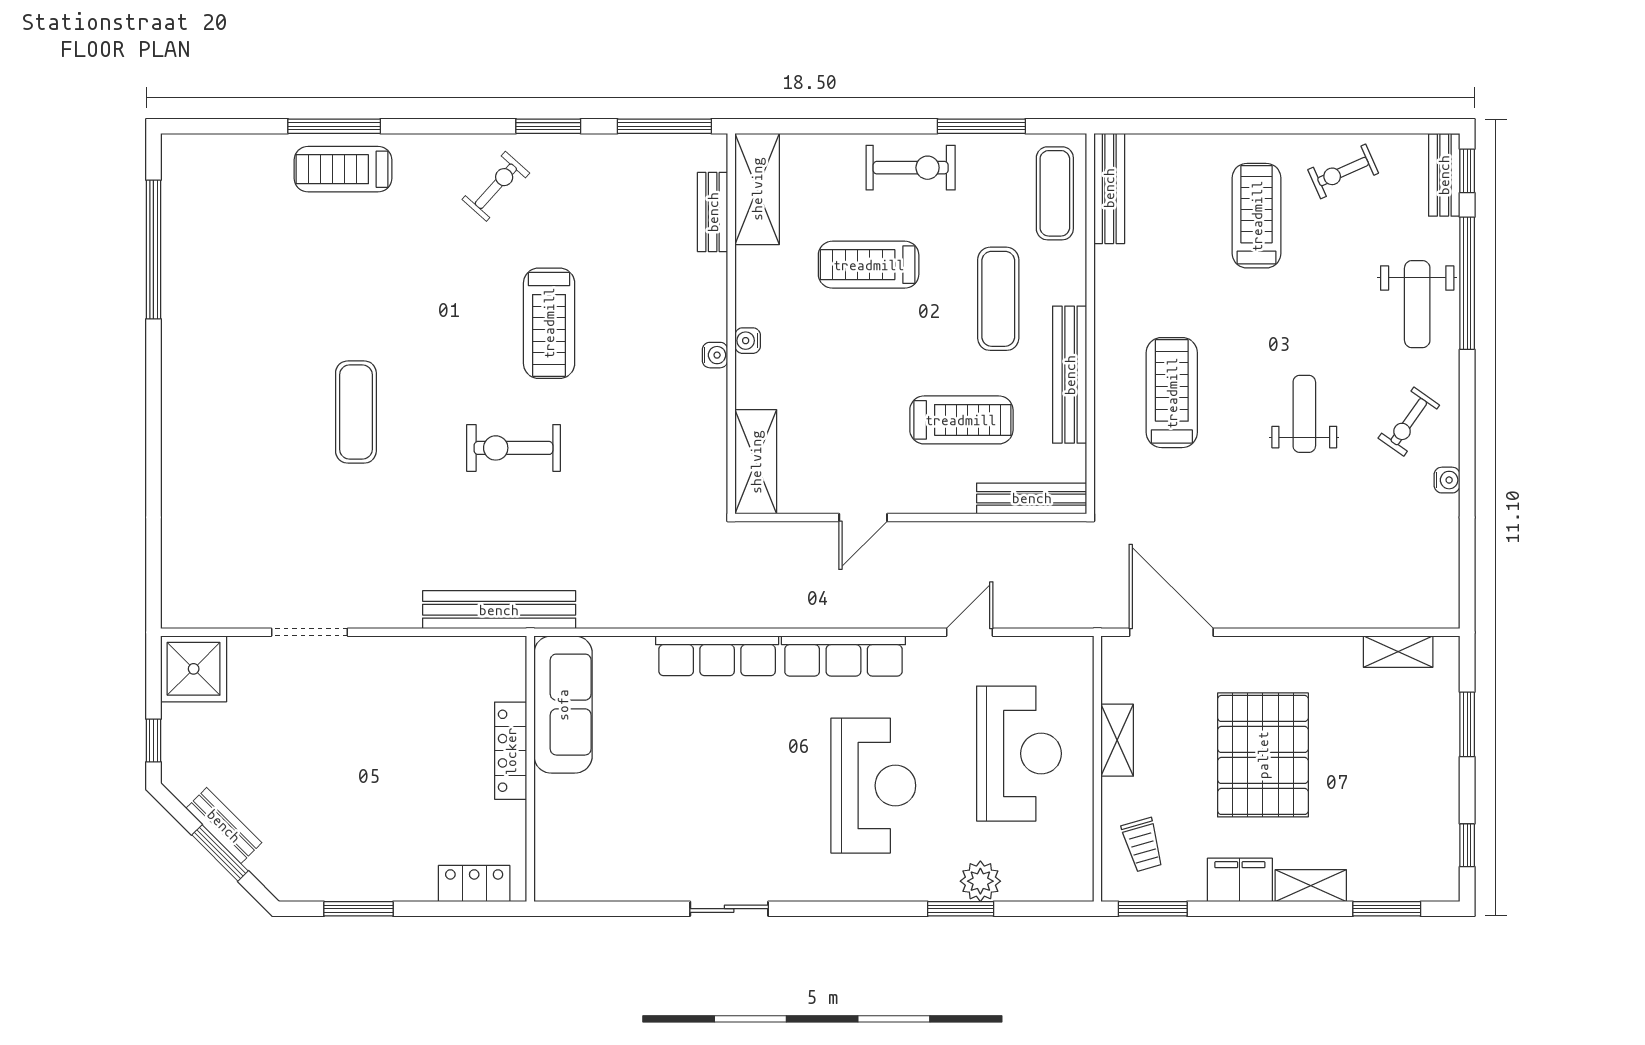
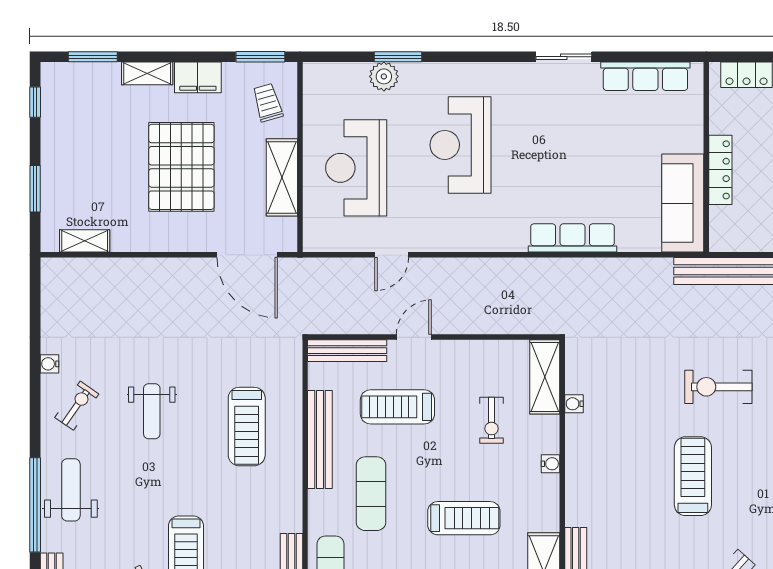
water cooler: (715, 355) -> (574, 404), moved
exercise bike: (830, 401) -> (492, 420), added
exercise bike: (513, 448) -> (718, 387), turned 180
door: (863, 517) -> (414, 337), moved
row of seats: (843, 656) -> (645, 76), moved, turned 180
shelving: (1117, 740) -> (282, 177), width x1.50, depth x1.33

